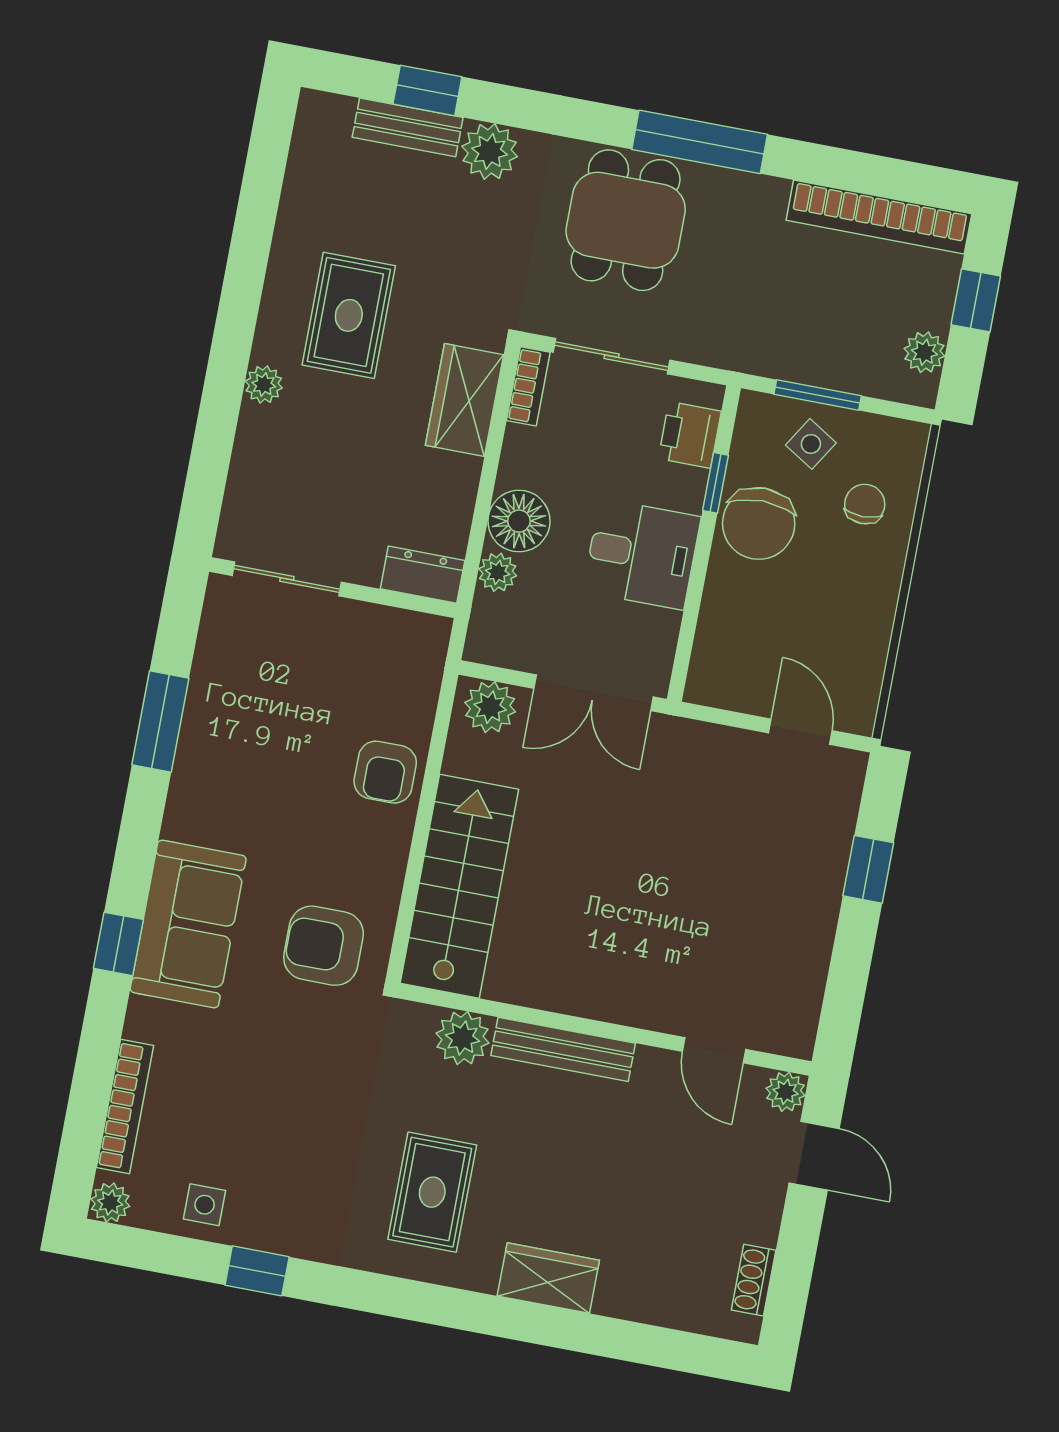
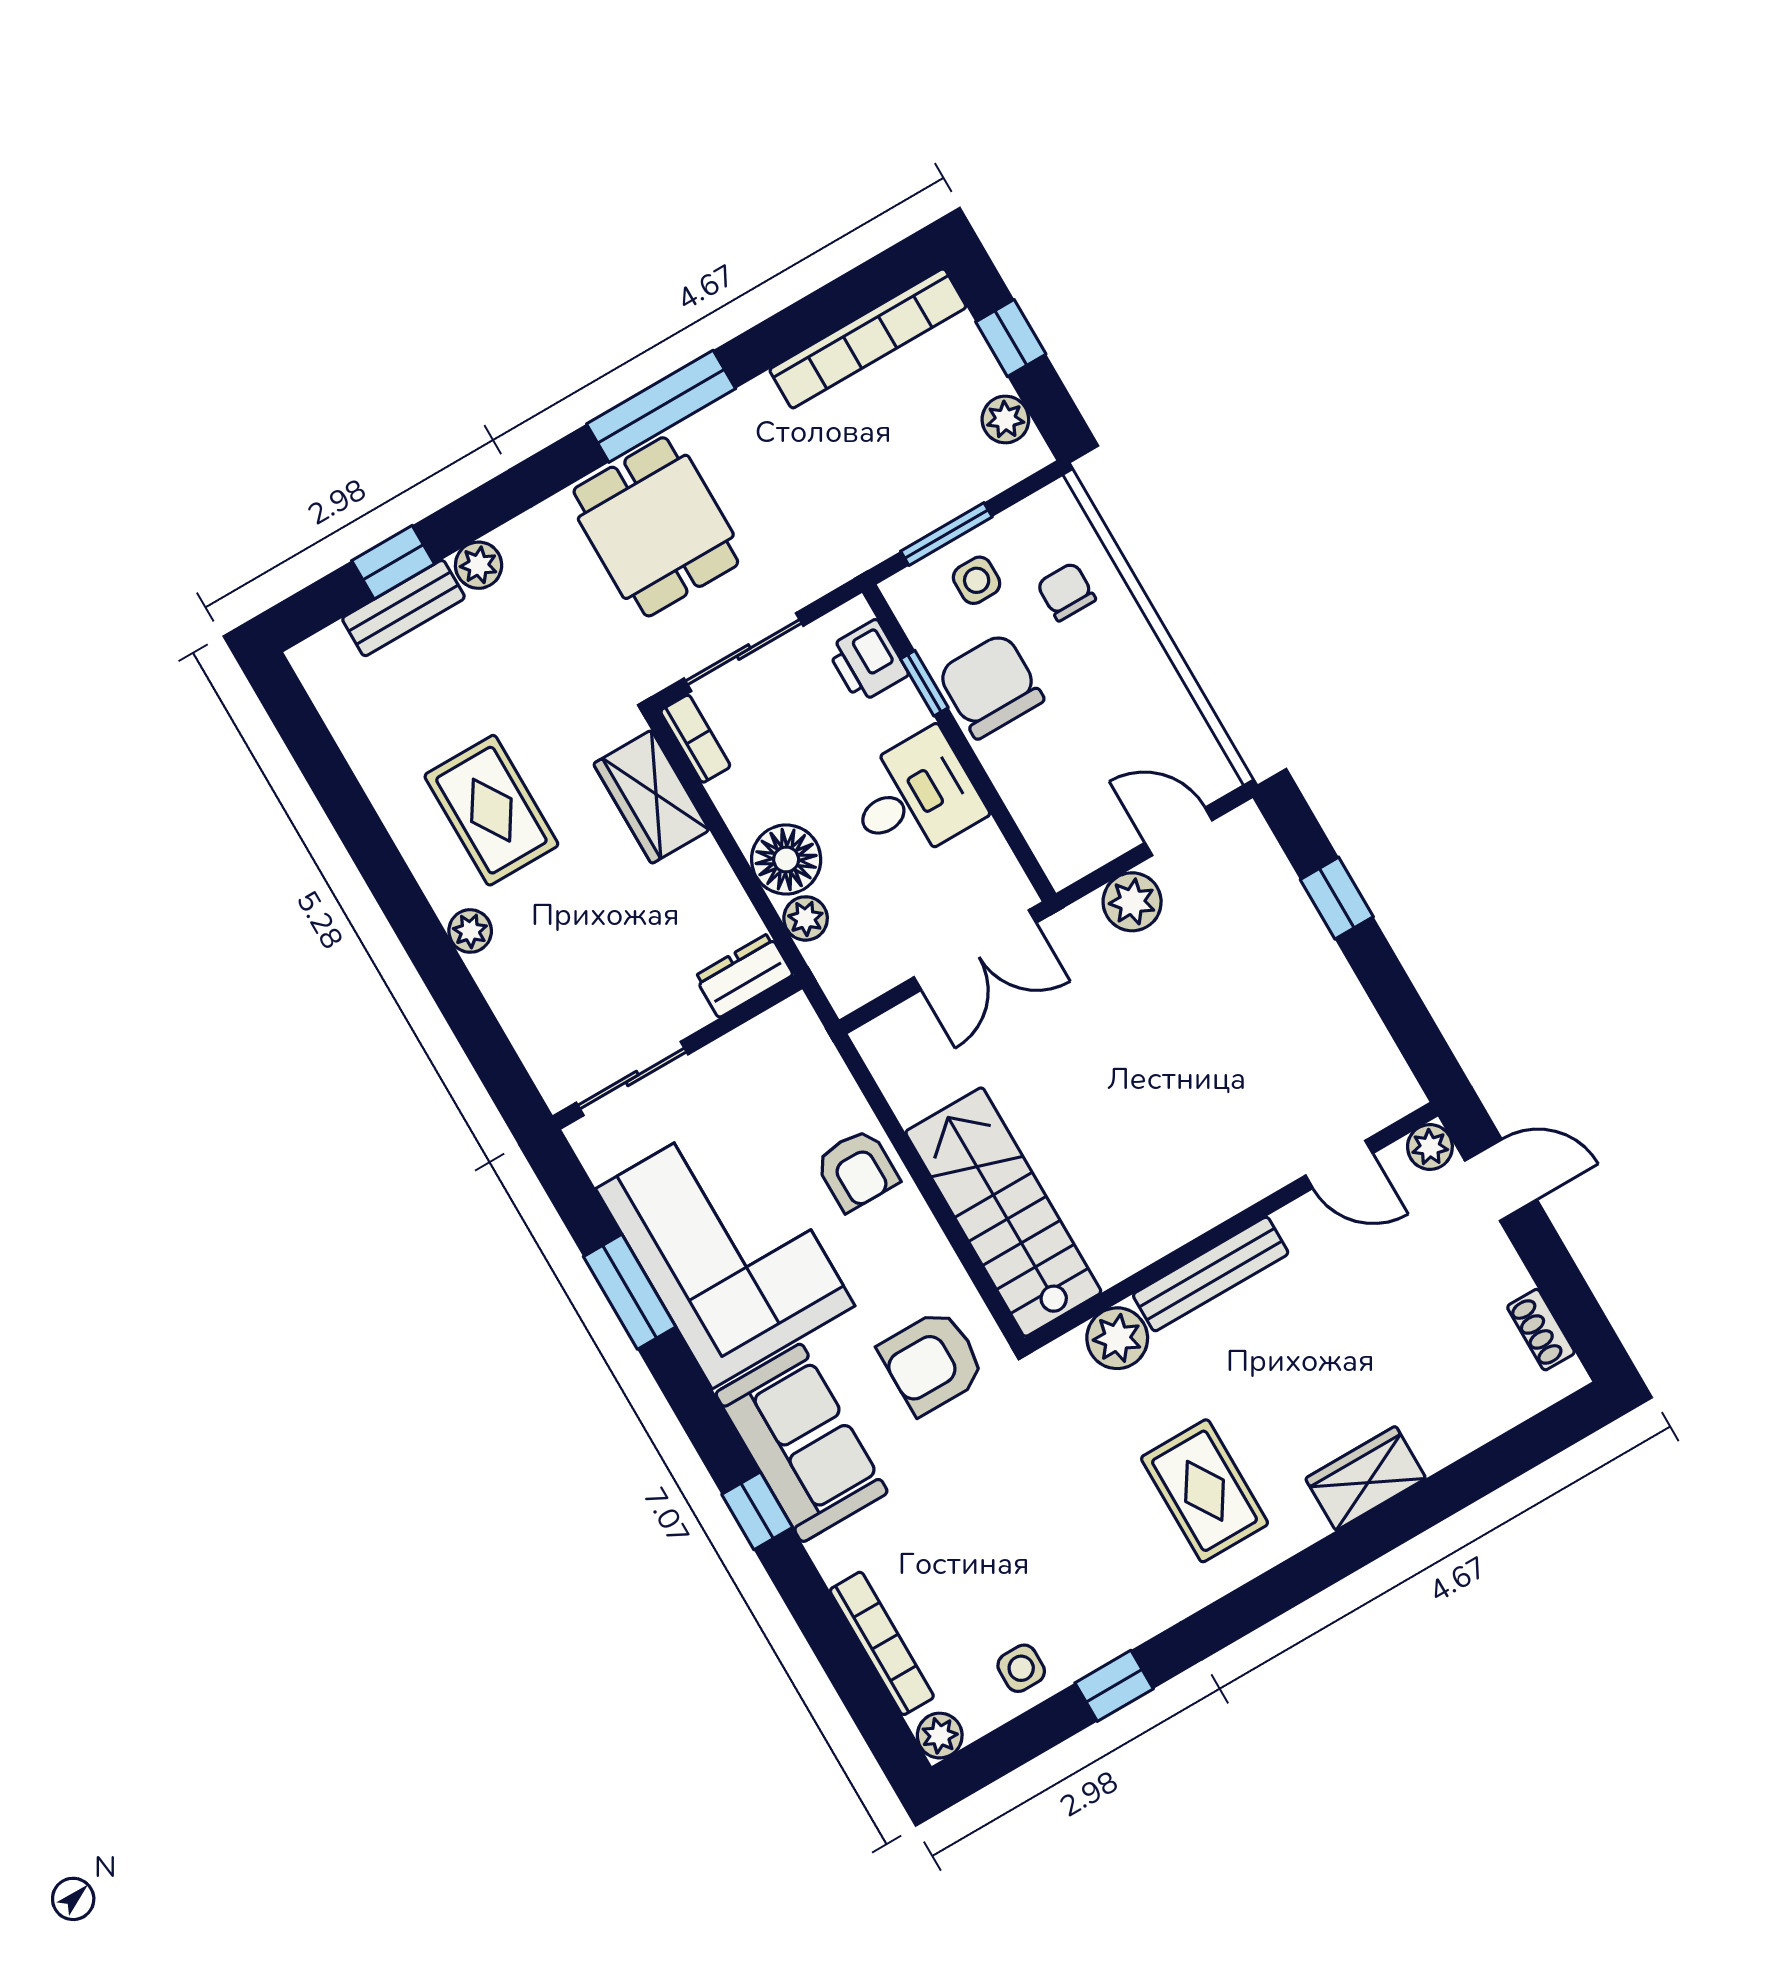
plant: (490, 151) -> (479, 565), width x0.73, depth x0.73
side table: (811, 444) -> (977, 580), turned -32
chair: (759, 523) -> (991, 686), turned 180
plant: (490, 707) -> (1132, 902), moved
corner sofa: (251, 747) -> (725, 1247), added

